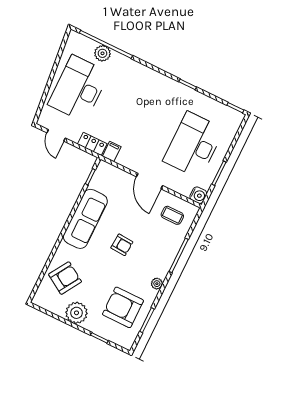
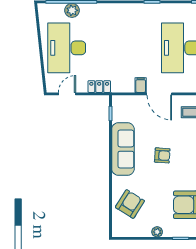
door: (56, 135) -> (67, 94), swing flipped
filing cabinet: (112, 151) -> (141, 85), moved
plant: (76, 313) -> (157, 232), width x0.53, depth x0.53

